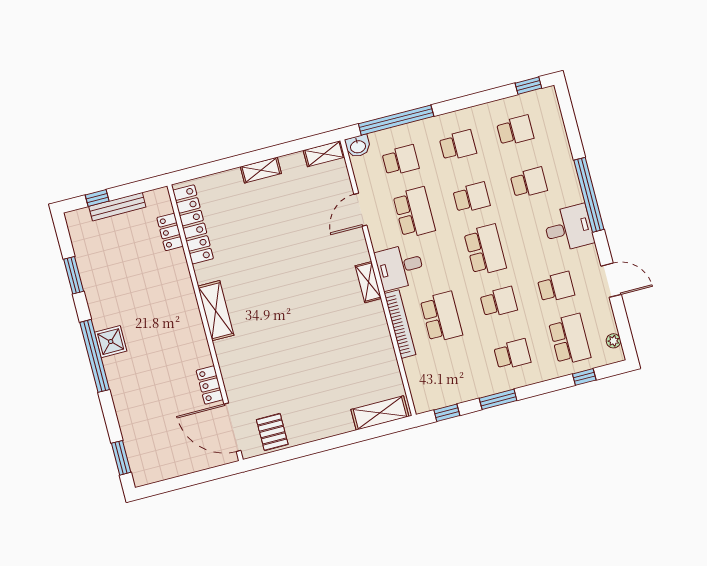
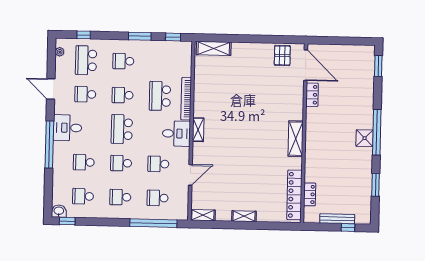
washbasin: (358, 146) -> (59, 211), moved
school desk: (414, 213) -> (158, 164), width x0.54

